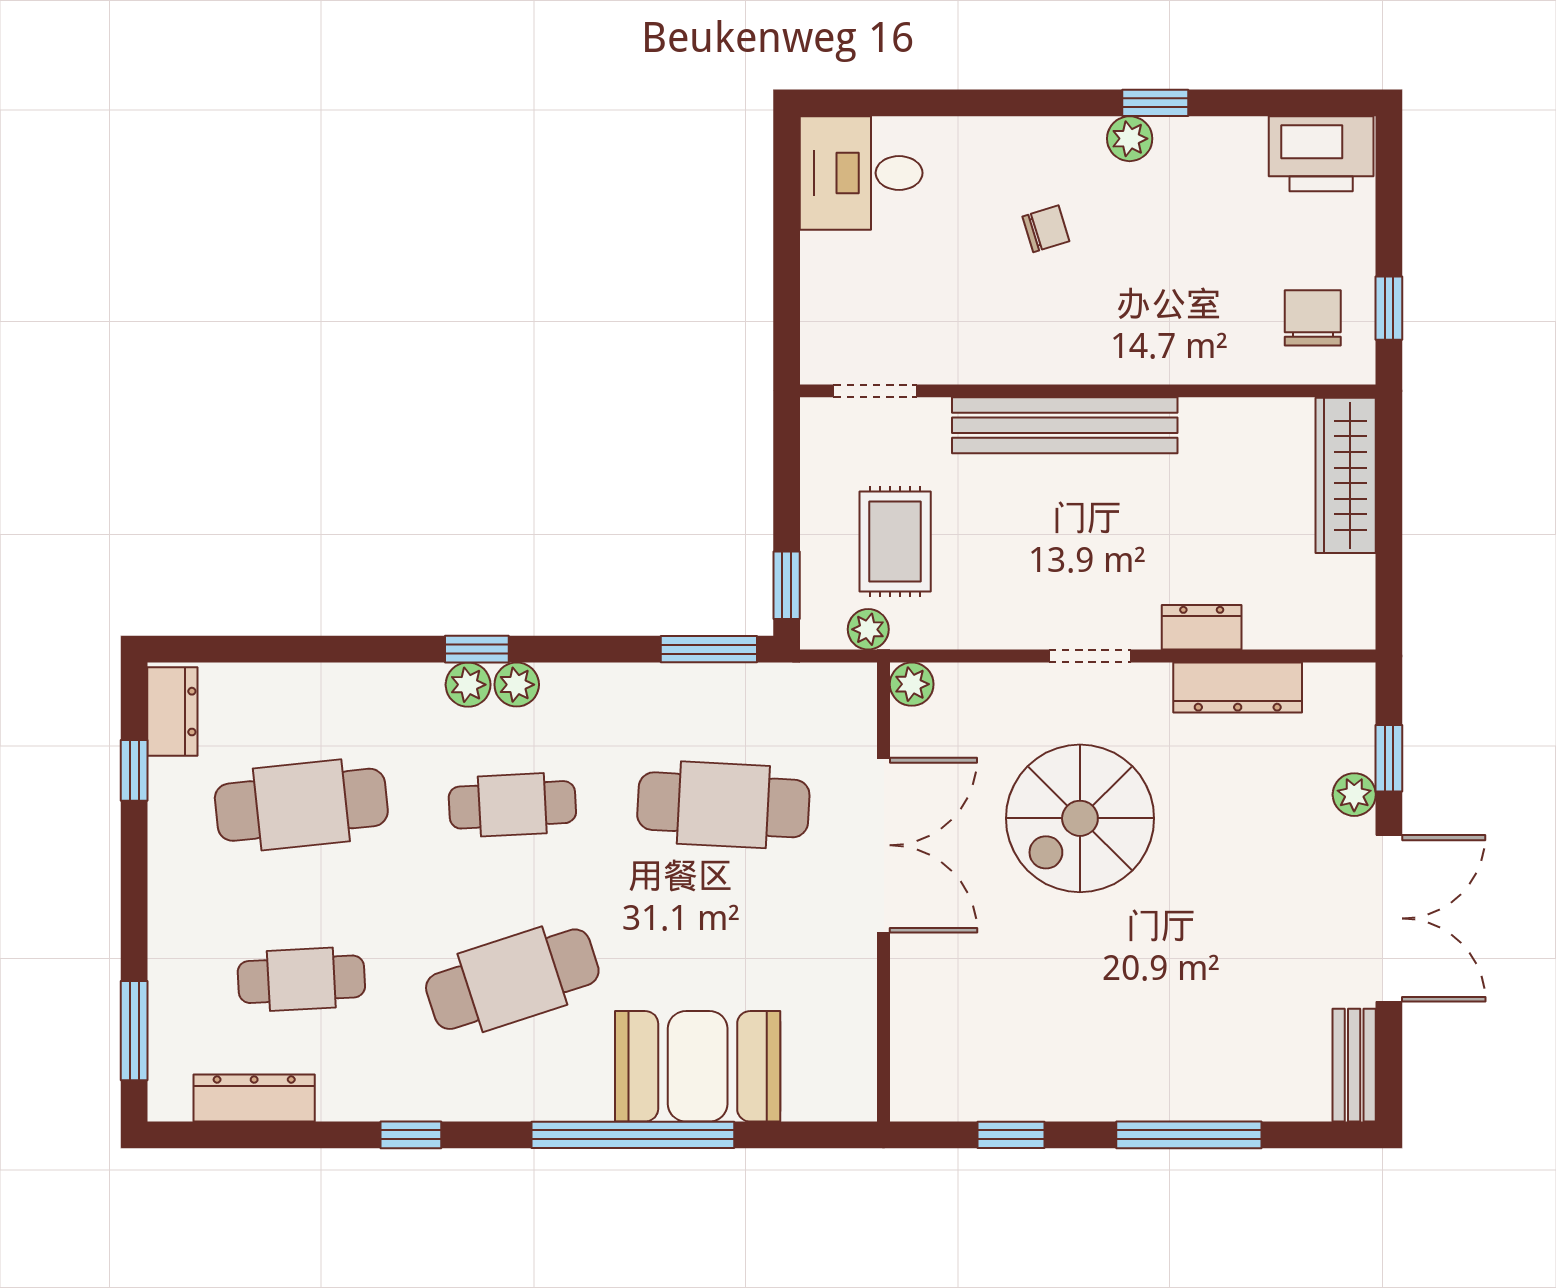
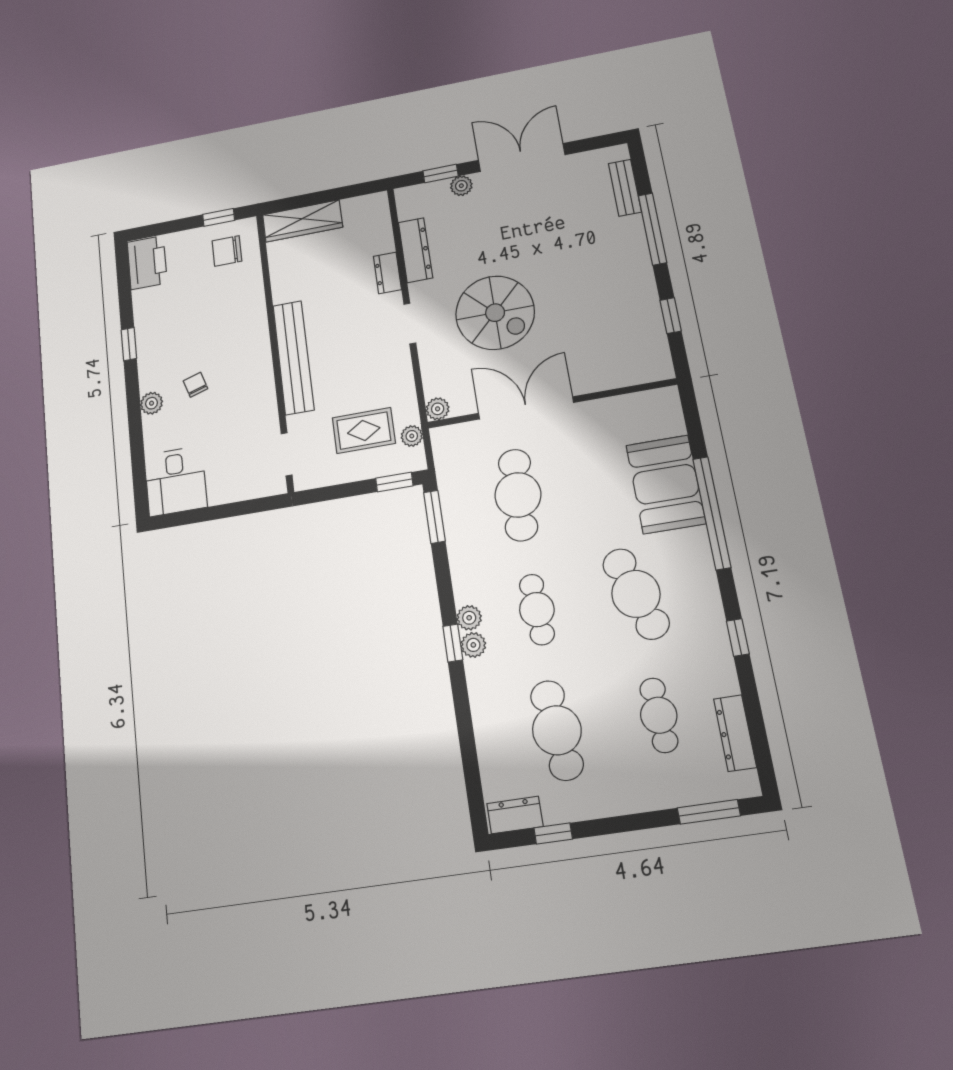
plant: (1130, 139) -> (152, 403), moved
bench: (1354, 1065) -> (625, 188), moved, turned 90

